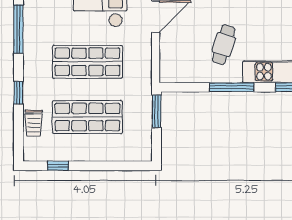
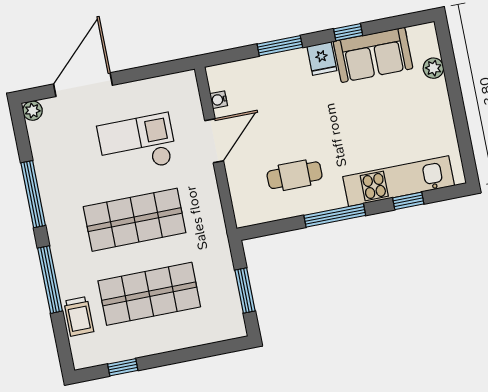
cafe table: (224, 45) -> (295, 175), moved, turned 73
window: (18, 93) -> (50, 280), width x2.17
window: (157, 111) -> (245, 291), moved

